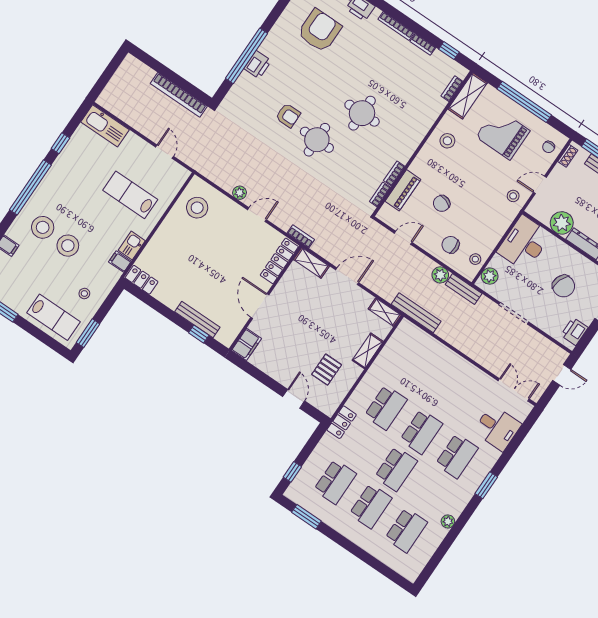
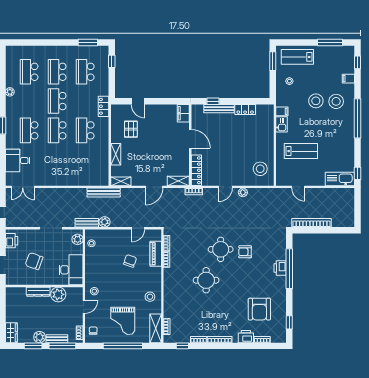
grand piano: (503, 134) -> (123, 321), turned 90
window: (60, 143) -> (357, 173), moved
chair: (451, 245) -> (110, 242), removed
locker: (142, 280) -> (245, 110), moved

